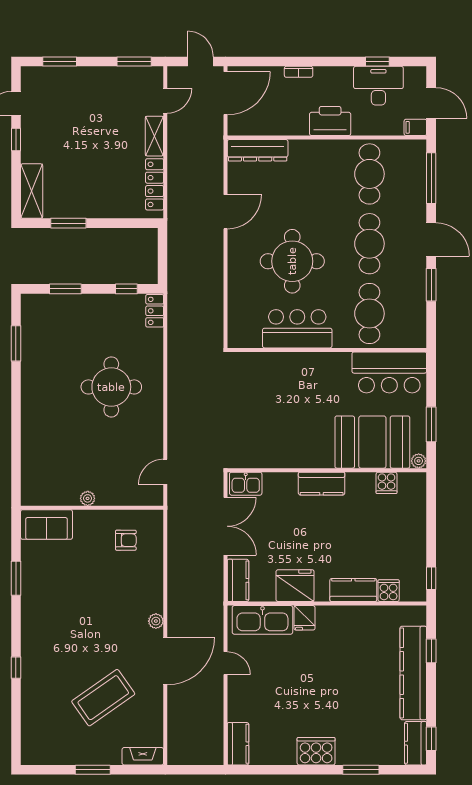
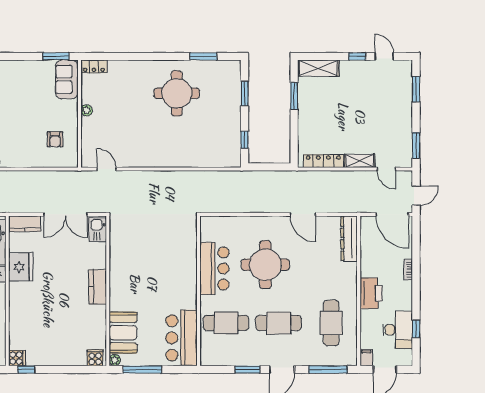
cafe table: (369, 174) -> (331, 323), turned 90
locker: (155, 311) -> (94, 67), moved, turned 180
round table: (111, 387) -> (177, 93), moved
window: (431, 424) -> (142, 370), width x1.44
booth: (372, 442) -> (123, 333), width x0.73, depth x0.70
cooker: (387, 483) -> (95, 358), moved, turned 90
window: (16, 578) -> (56, 56), moved
kitchen counter: (353, 590) -> (17, 311), removed
cooker: (389, 591) -> (17, 358), moved

